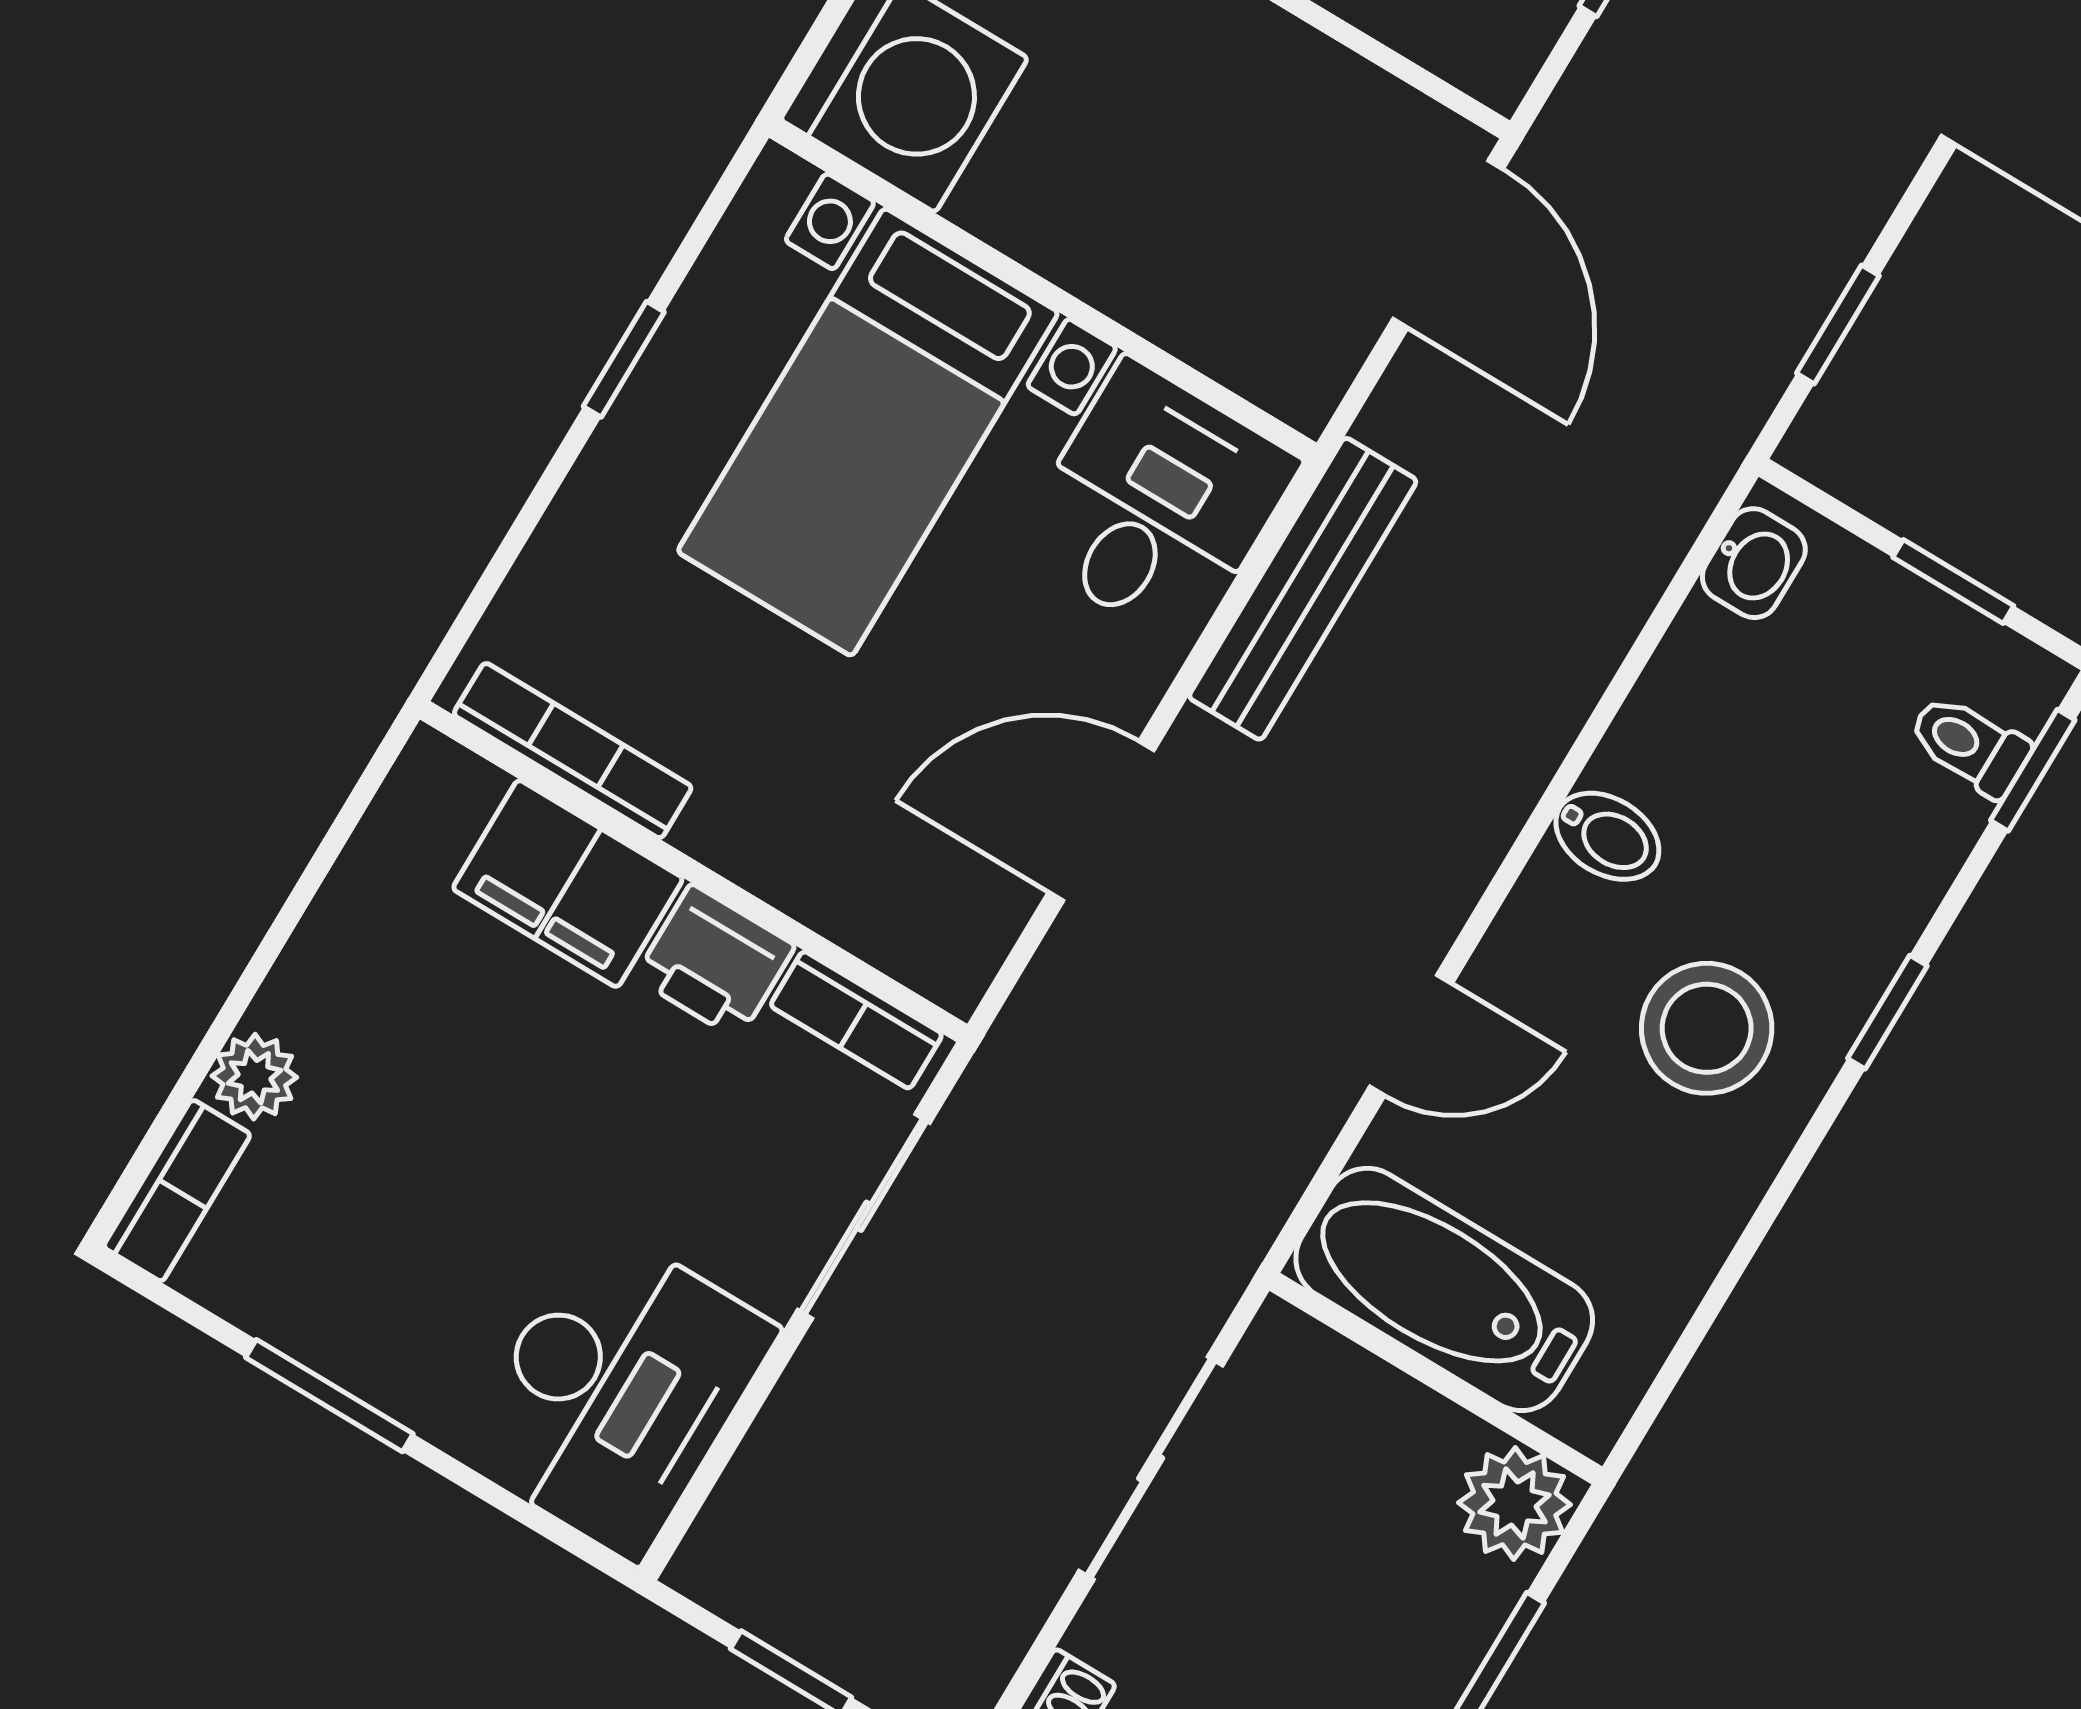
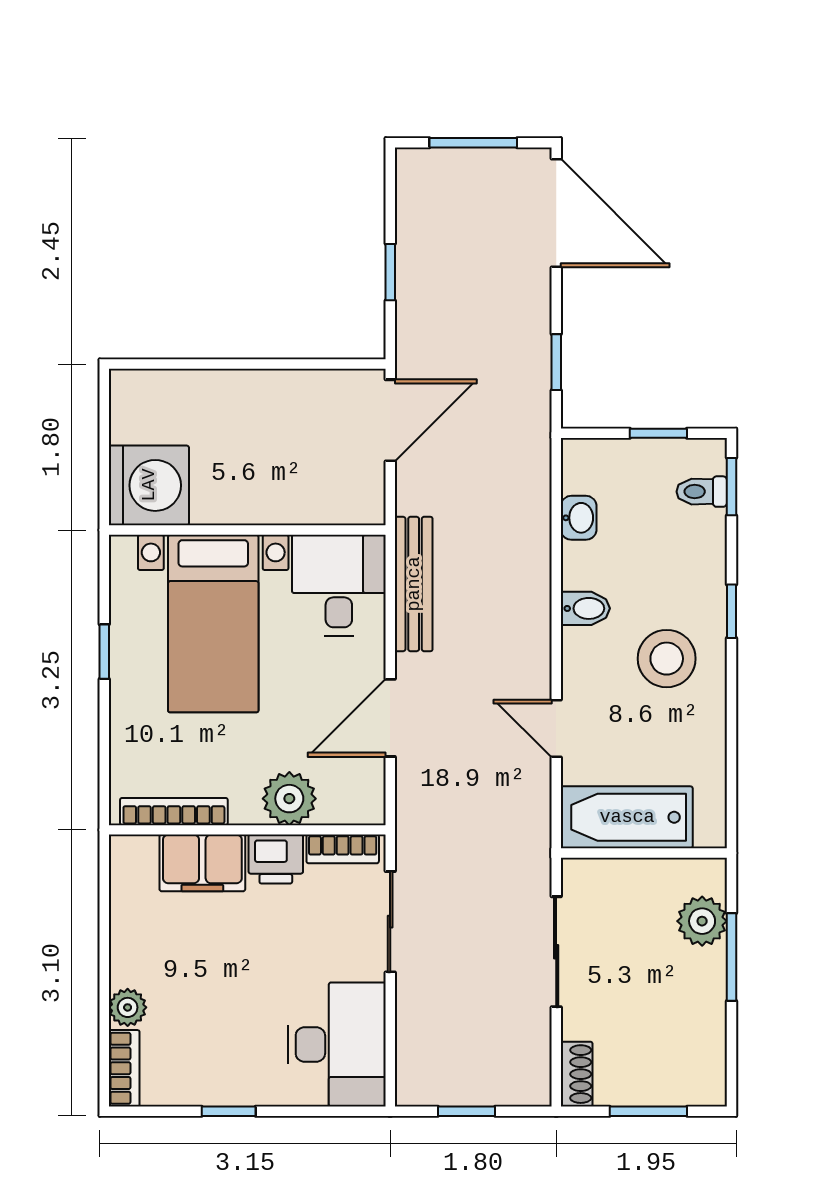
door: (1448, 244) -> (390, 420), hinge flipped
washbasin: (1754, 563) -> (579, 518), moved
plant: (812, 860) -> (289, 799), added
door: (1411, 1035) -> (556, 729), swing flipped
window: (329, 1396) -> (229, 1111), width x0.67
plant: (1515, 1504) -> (702, 921), moved

